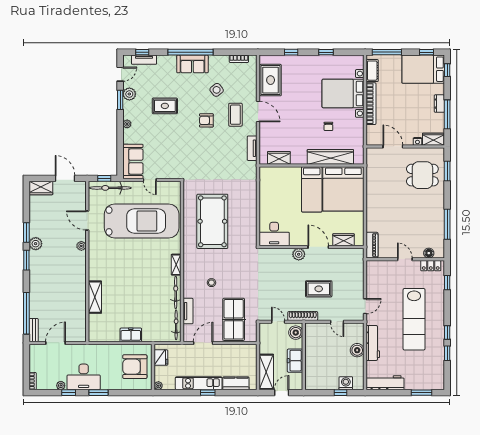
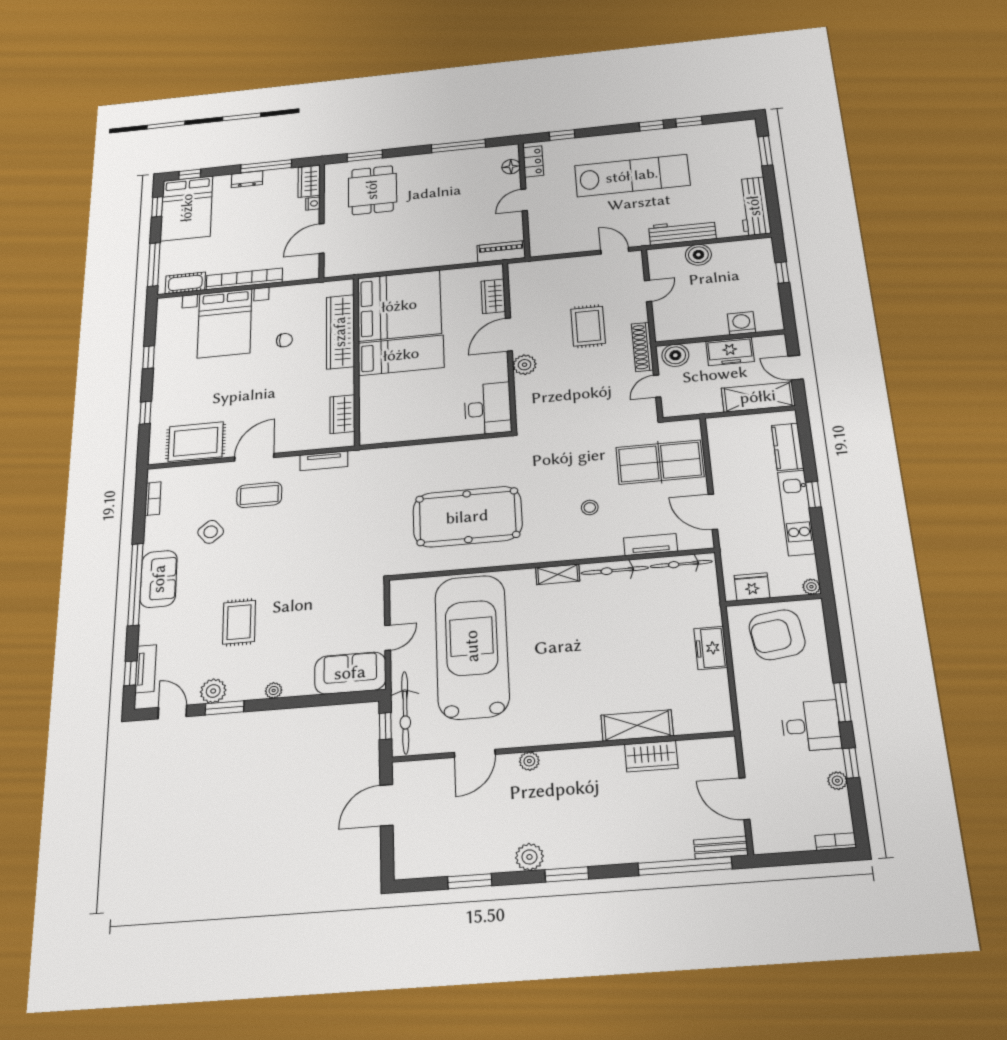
armchair: (206, 120) -> (269, 545), removed
wardrobe: (41, 188) -> (651, 756), moved, turned 90
window: (26, 233) -> (470, 881), moved
armchair: (135, 367) -> (777, 635), turned 82
desk: (84, 377) -> (811, 726), width x0.73
washing machine: (346, 383) -> (741, 323), moved, turned 90

